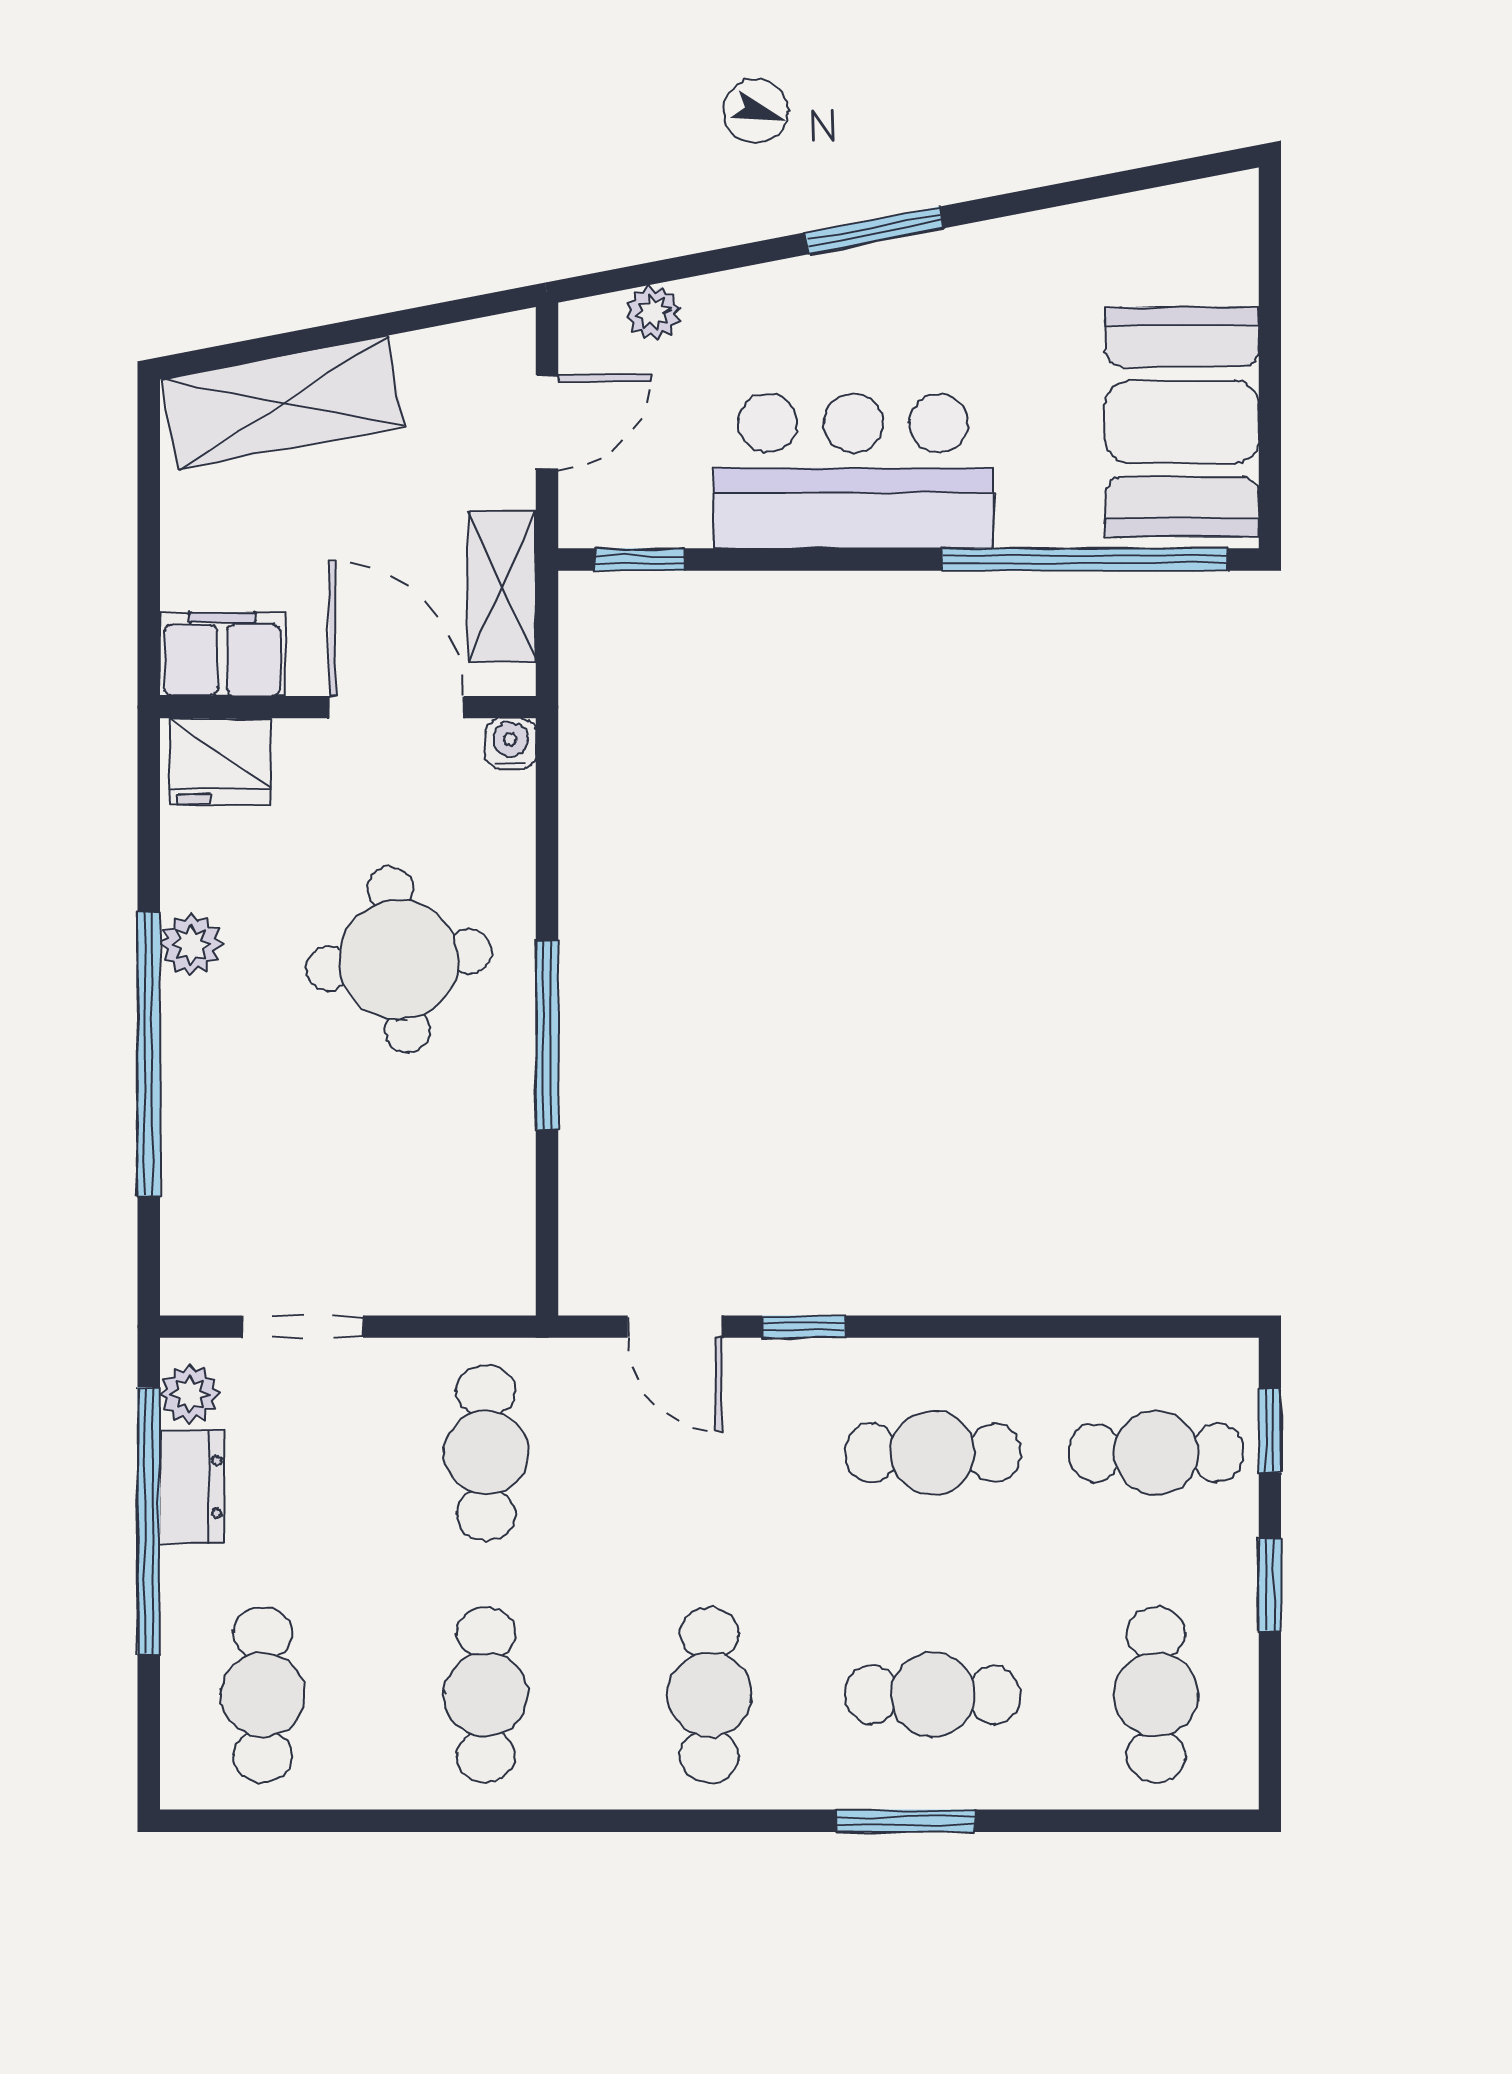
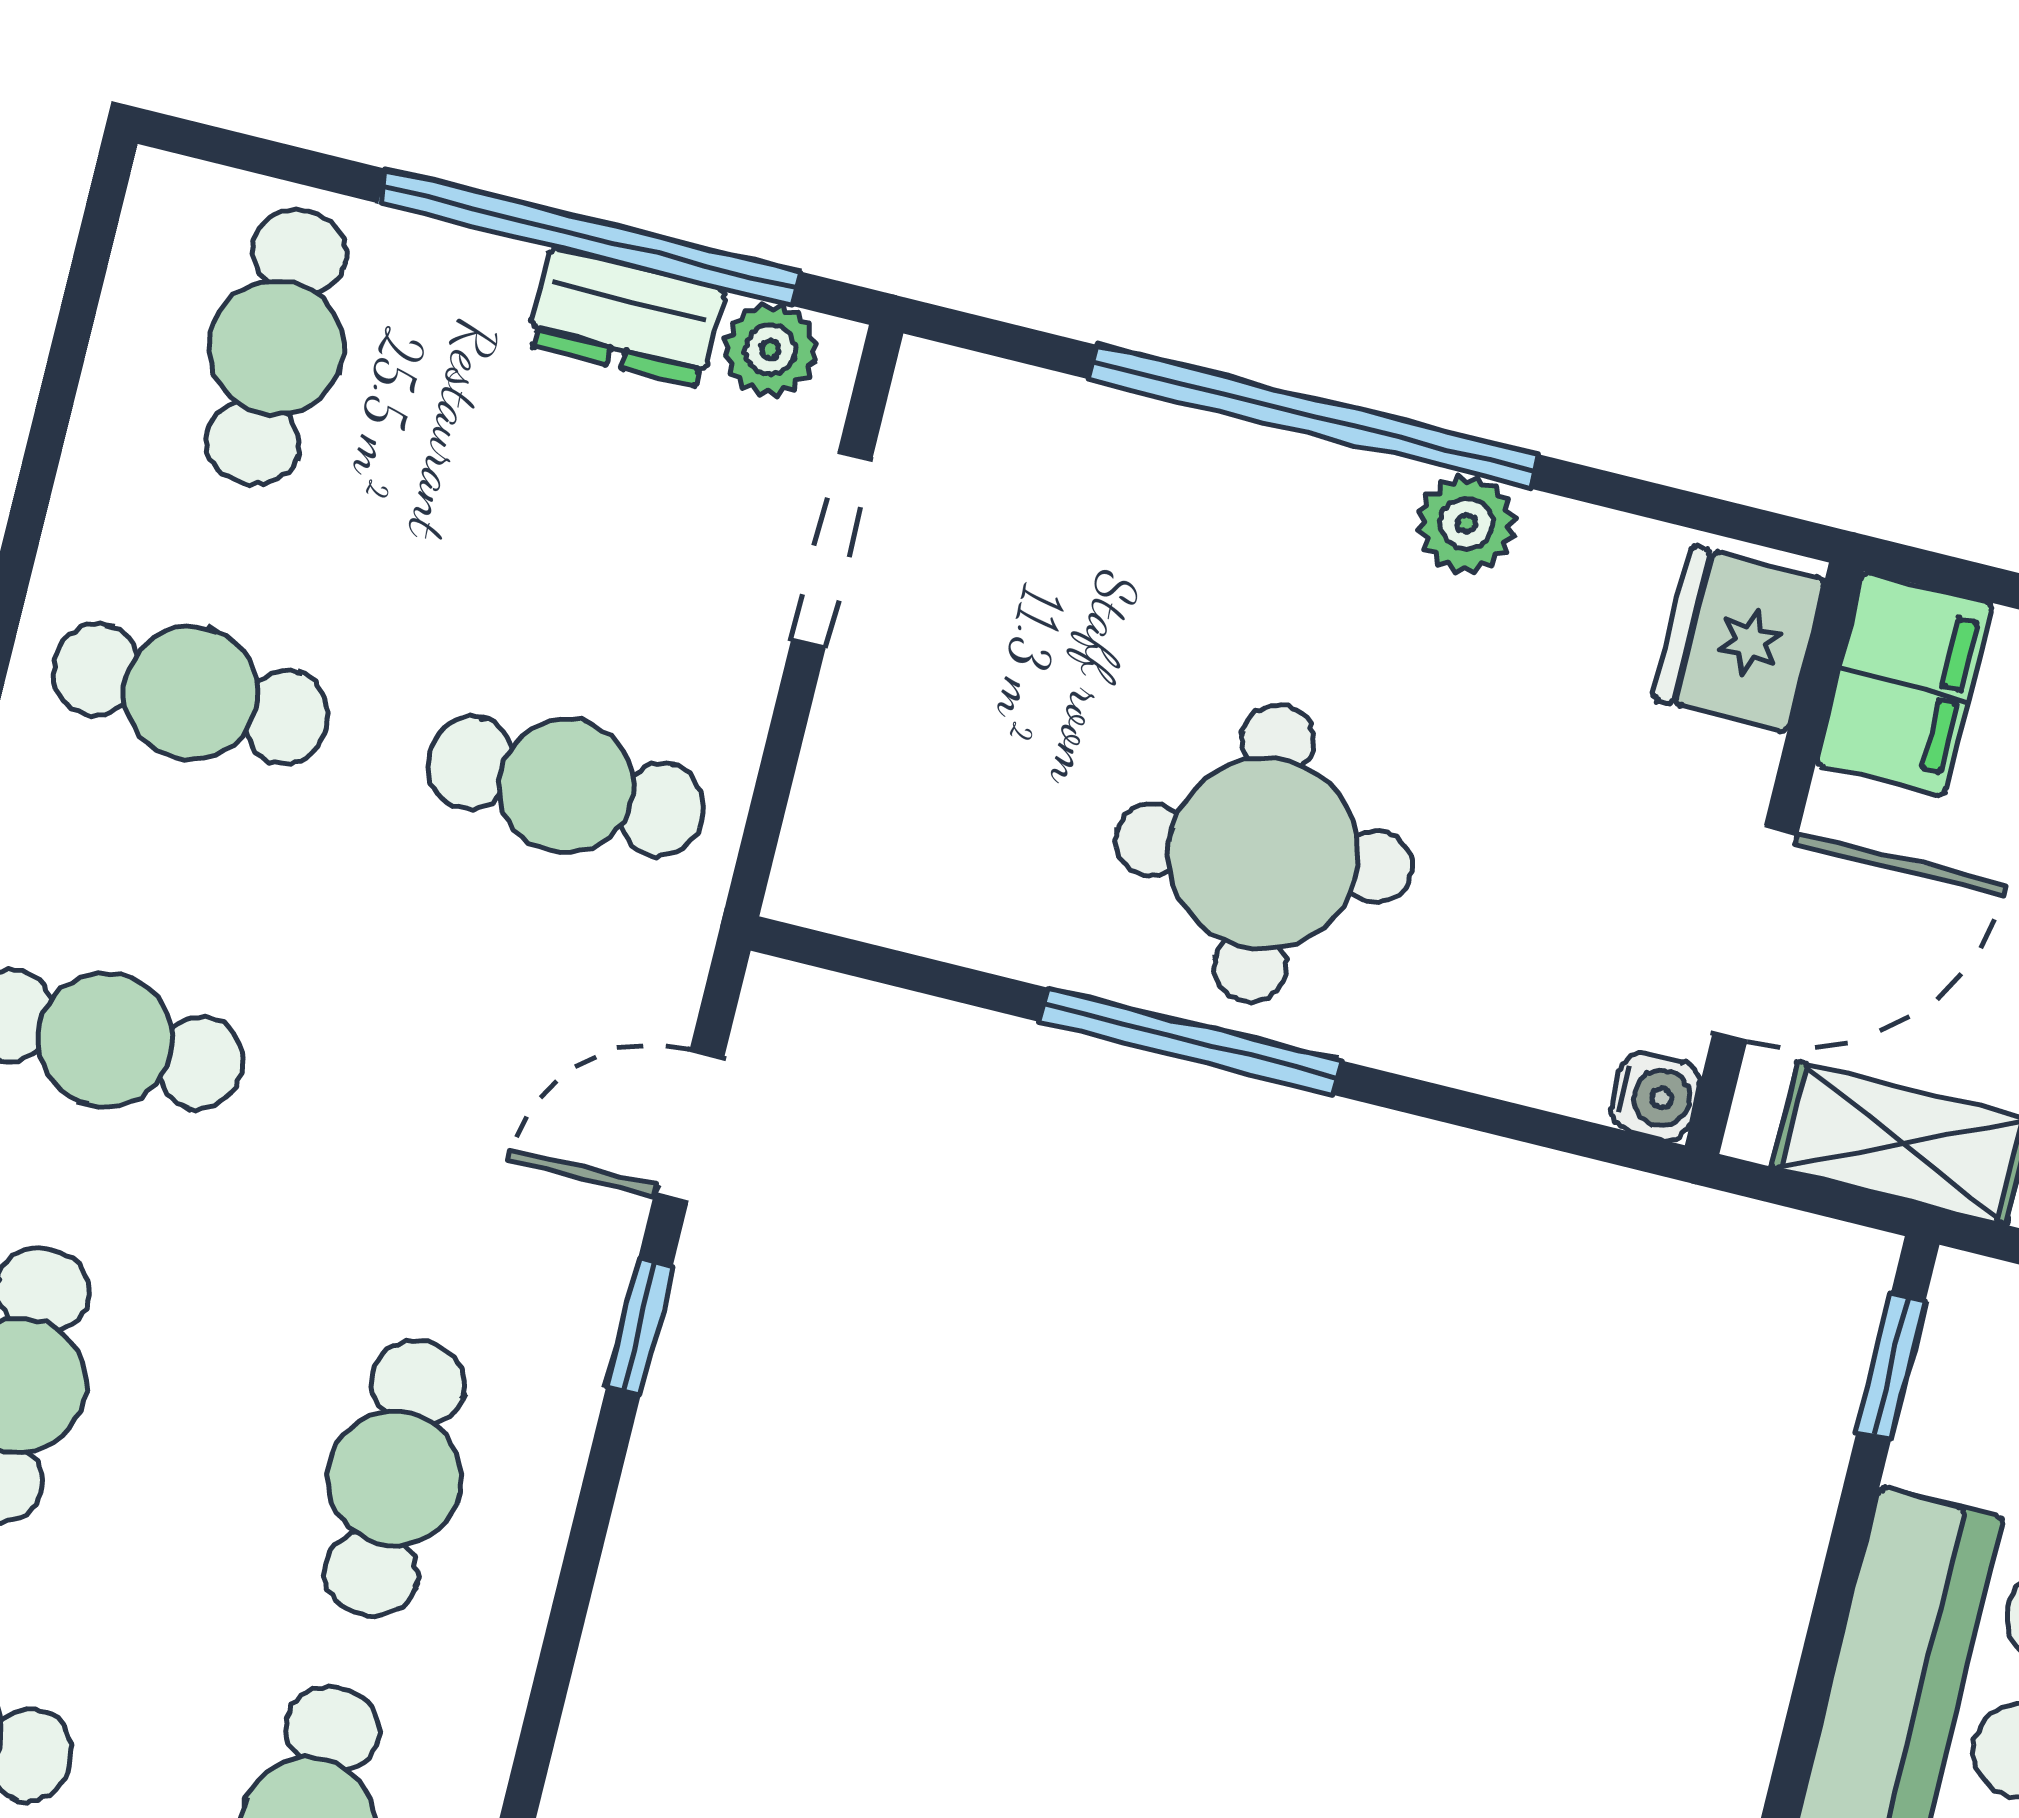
round table: (399, 960) -> (1264, 853), moved
cafe table: (263, 1695) -> (276, 347), turned 90

